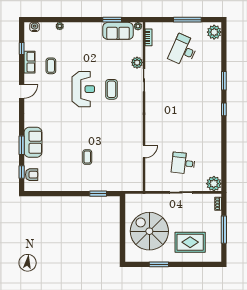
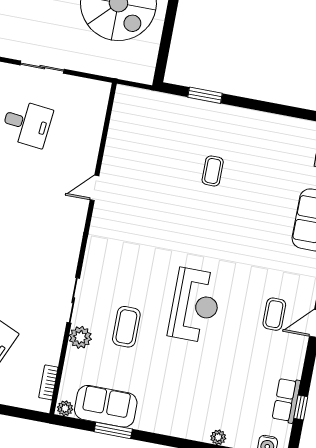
row of seats: (29, 62) -> (286, 400), moved
coffee table: (51, 66) -> (274, 314), moved
reception desk: (83, 89) -> (195, 305), turned 180
coffee table: (112, 89) -> (126, 327), moved
door: (144, 151) -> (94, 188), moved

